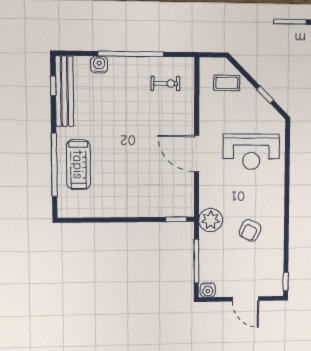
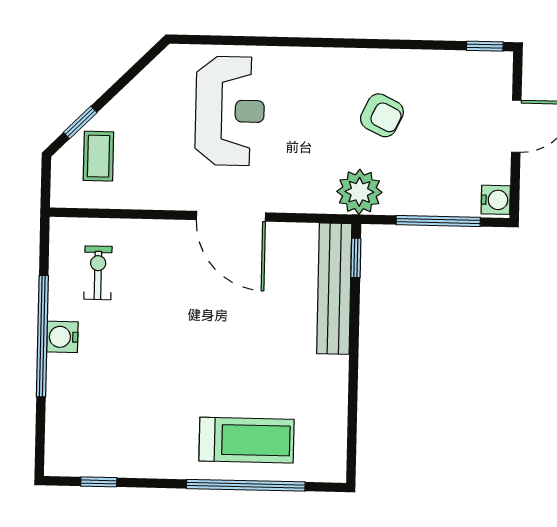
water cooler: (99, 64) -> (62, 337), moved
bench: (64, 91) -> (334, 289), moved, turned 90
window: (265, 95) -> (80, 122), moved
door: (197, 154) -> (231, 216), hinge flipped

